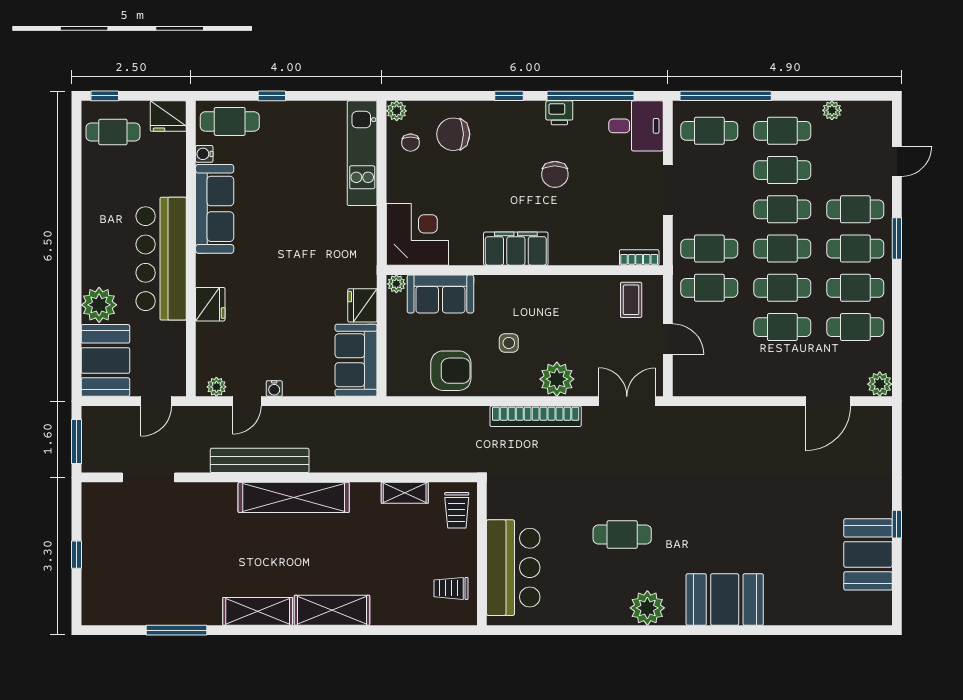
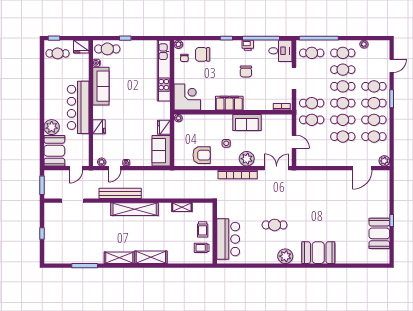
kitchen unit: (362, 153) -> (164, 71), width x1.36
sofa: (440, 294) -> (247, 122), moved
coffee table: (631, 300) -> (278, 125), removed
trolley: (457, 510) -> (203, 229), moved

